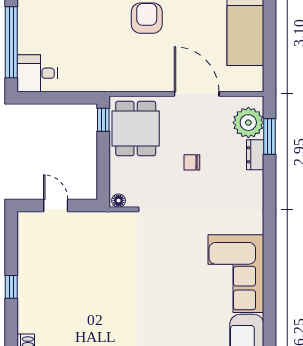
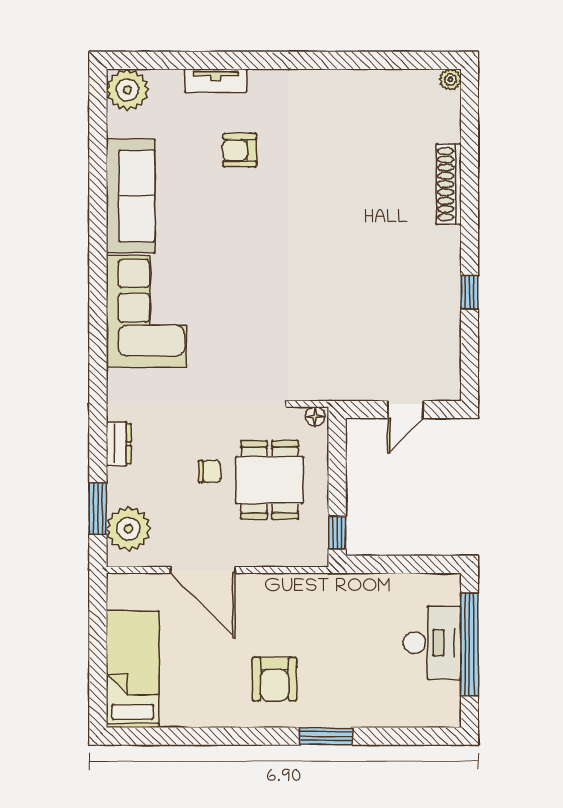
desk: (37, 73) -> (432, 643), moved, width x1.37
dining table: (136, 129) -> (269, 480), moved
dresser: (255, 155) -> (119, 444), moved
door: (56, 205) -> (406, 410), hinge flipped

